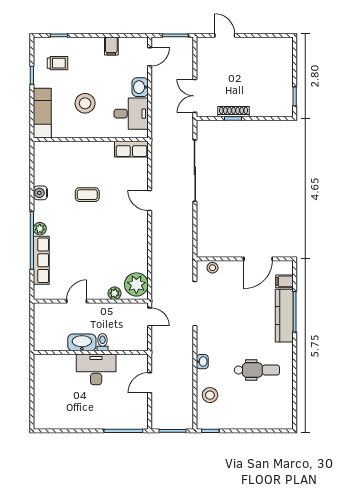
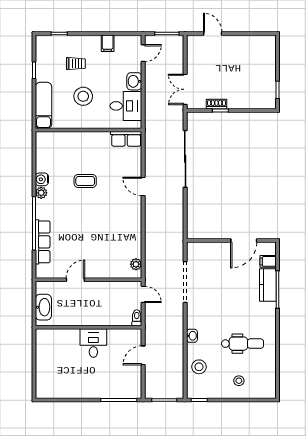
trolley: (58, 63) -> (76, 64), moved
shoe rack: (233, 112) -> (216, 104), width x0.70
plant: (40, 229) -> (41, 193), moved
stool: (212, 268) -> (239, 381), moved
plant: (136, 284) -> (136, 264), width x0.53, depth x0.53
plant: (115, 293) -> (111, 272), removed
kitchen counter: (284, 316) -> (268, 285), width x0.67
washbasin: (82, 342) -> (43, 307), moved, turned 90
toilet: (103, 342) -> (137, 318), moved
desk: (96, 369) -> (93, 343), width x0.73

